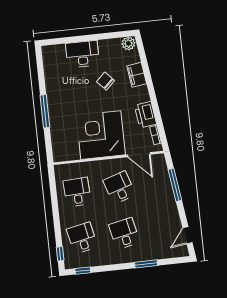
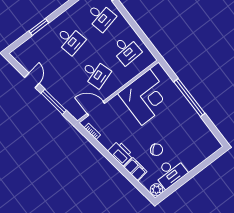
desk: (82, 54) -> (170, 173), moved
window: (45, 111) -> (189, 98), width x1.46
printer: (145, 115) -> (121, 153), moved
corner desk: (101, 135) -> (146, 97), moved
door: (187, 235) -> (32, 80), moved

